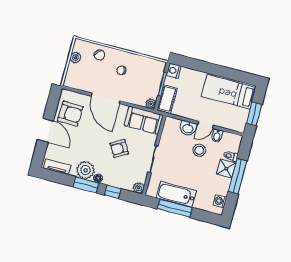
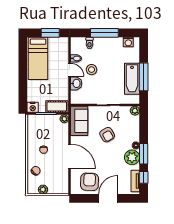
door: (106, 98) -> (69, 156), hinge flipped
shower: (226, 169) -> (101, 44), removed
window: (113, 192) -> (144, 177), moved

